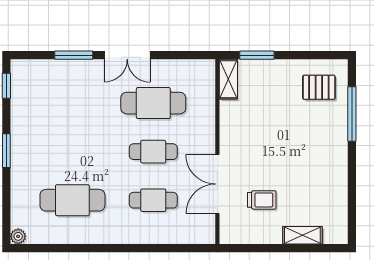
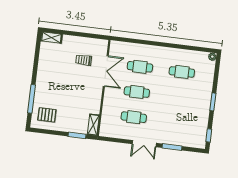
double door: (127, 55) -> (144, 144), swing flipped
cafe table: (153, 103) -> (134, 117), width x0.73, depth x0.74
cafe table: (72, 200) -> (182, 72), width x0.73, depth x0.74
shelving: (302, 235) -> (51, 38), moved

